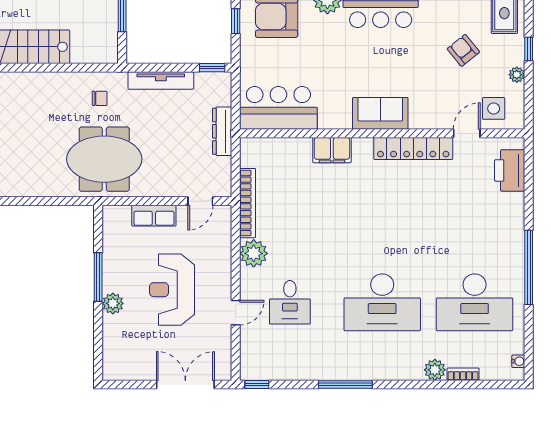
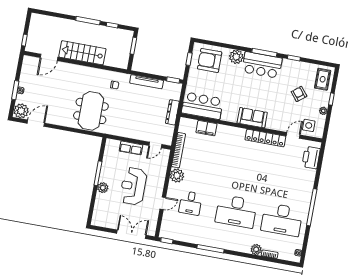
filing cabinet: (332, 150) -> (206, 128), moved
meeting table: (104, 159) -> (91, 111), moved, turned 90

